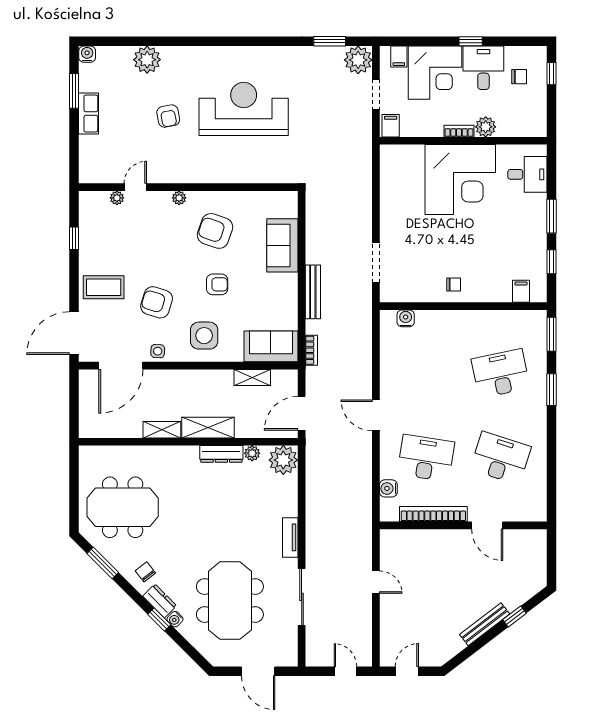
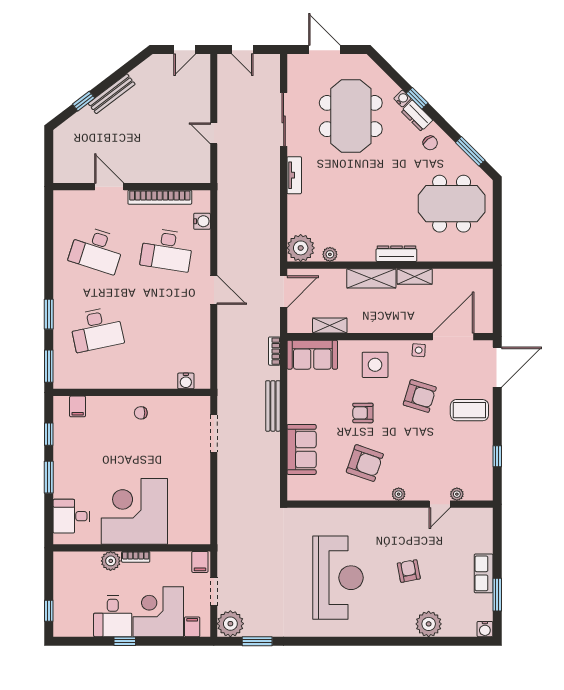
chair: (519, 77) -> (79, 608), removed
reception desk: (244, 109) -> (338, 578), turned -90
dresser: (221, 454) -> (396, 254), moved

